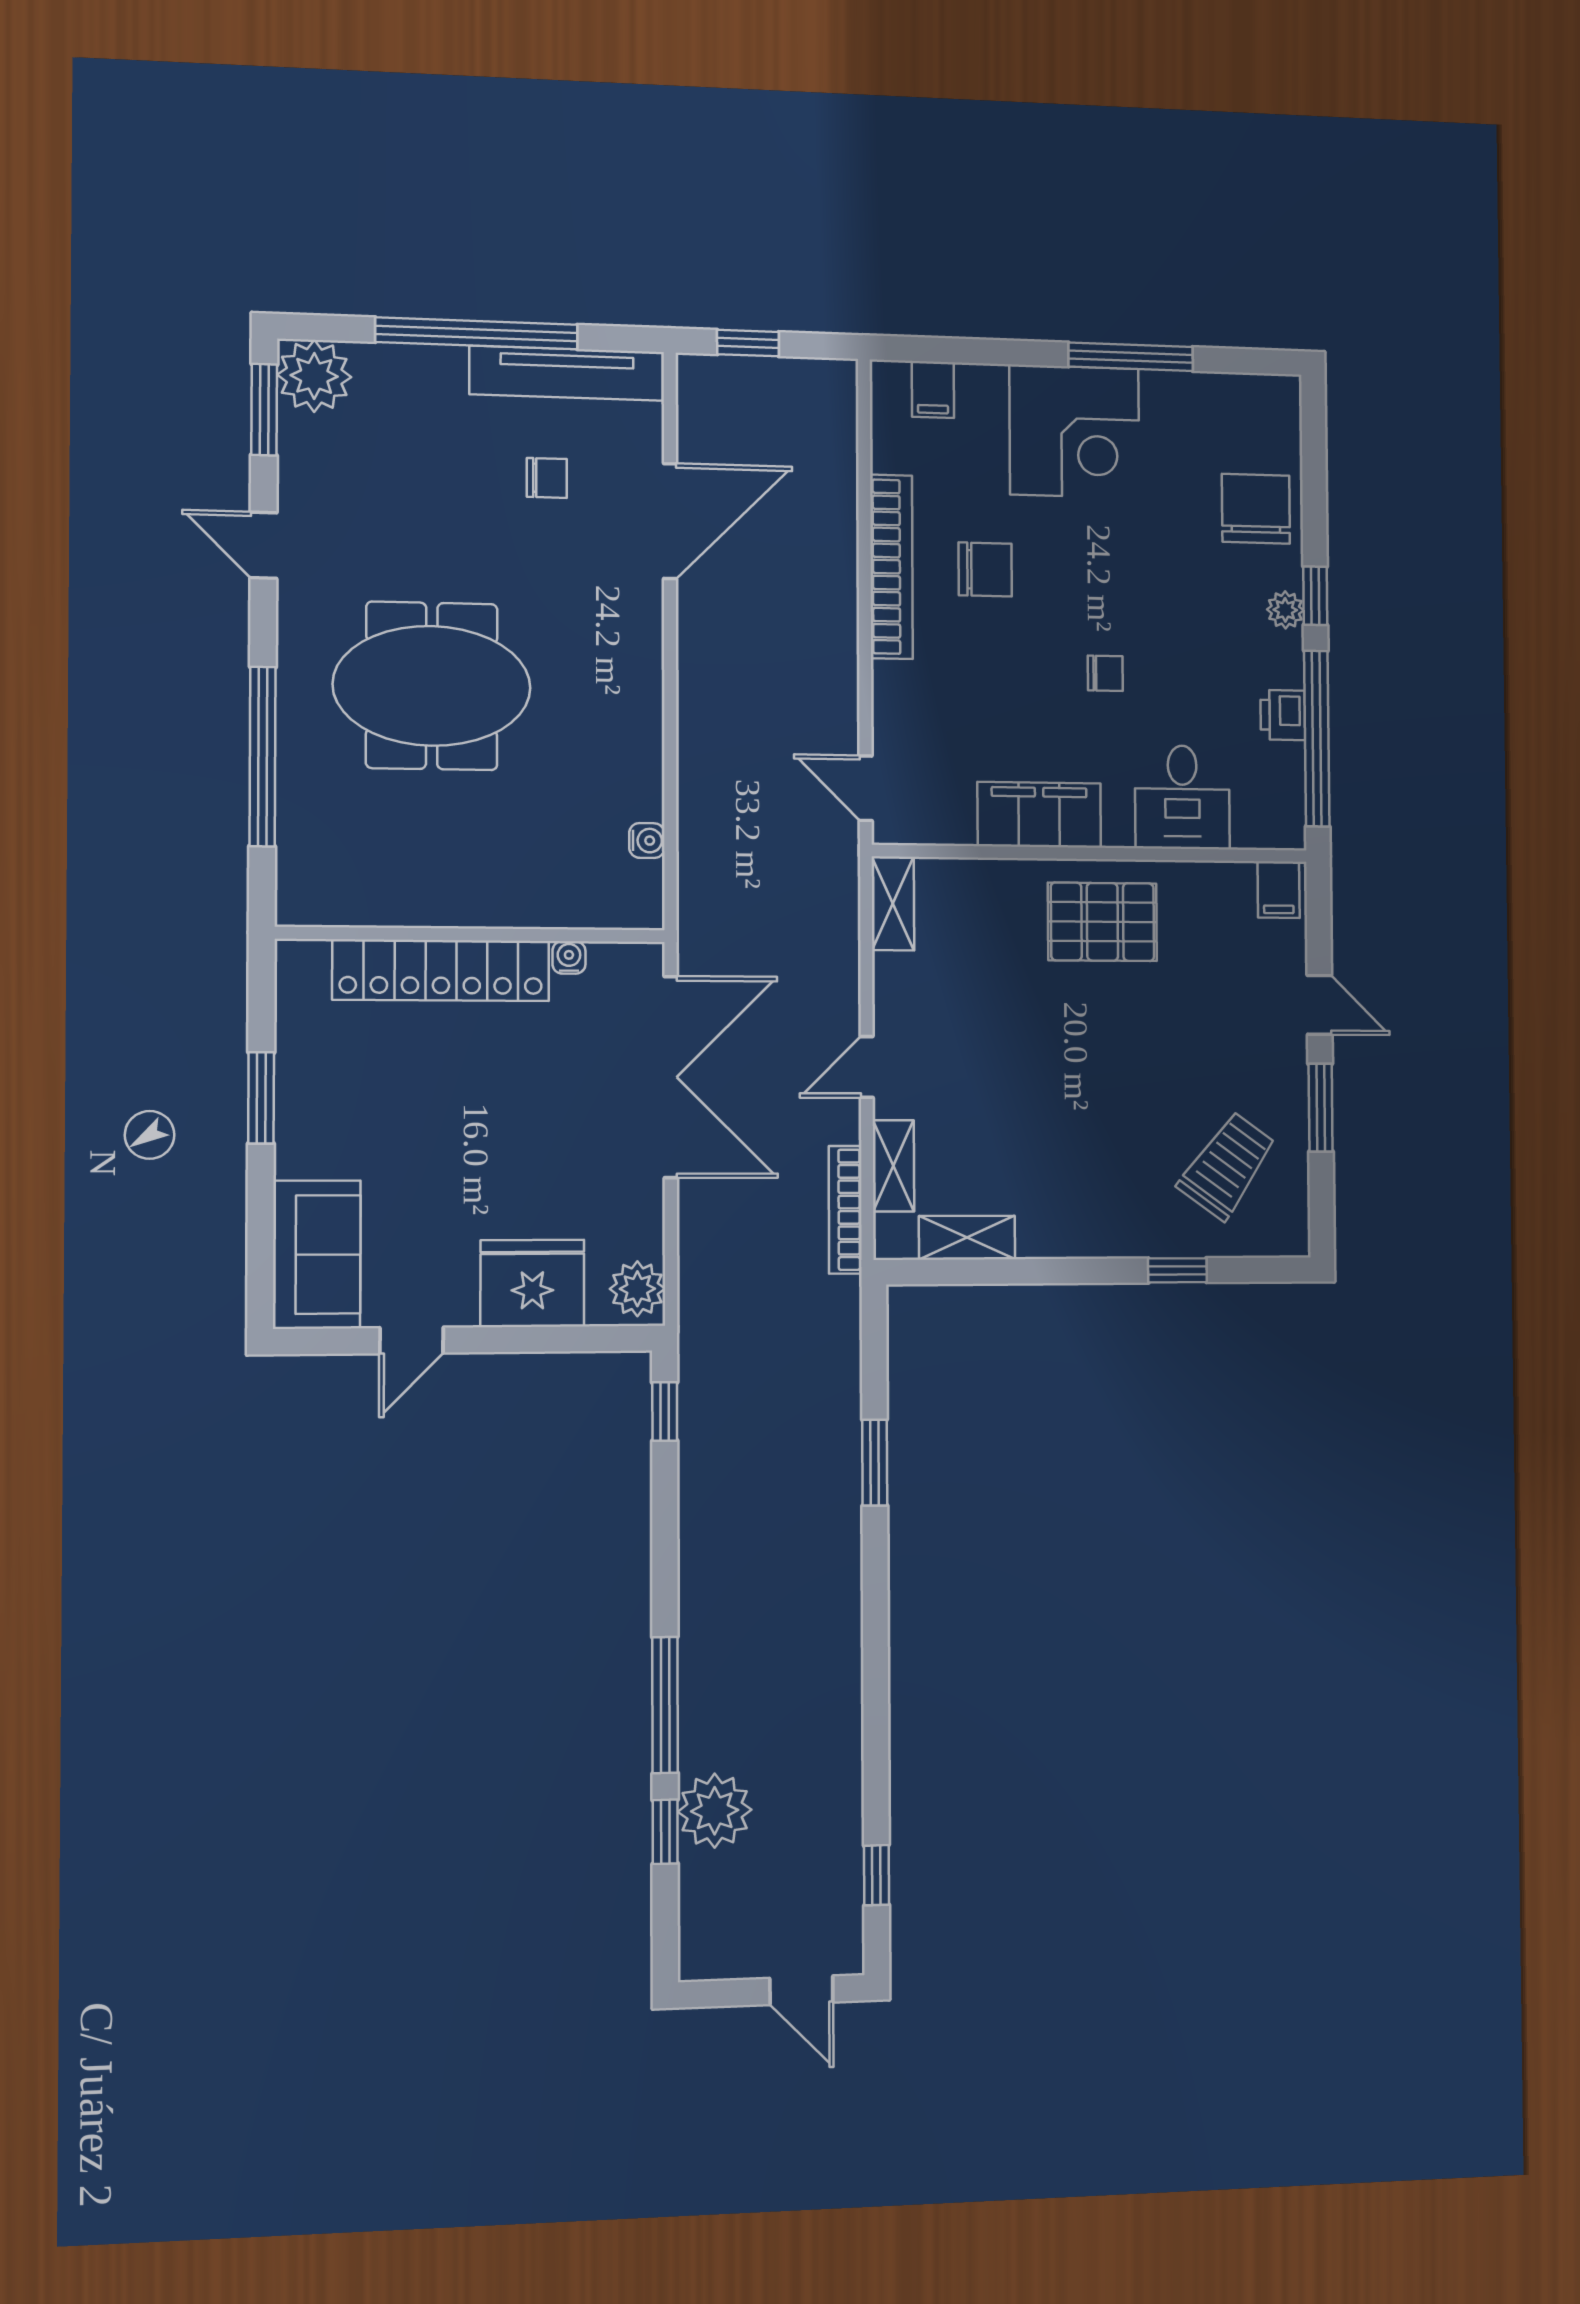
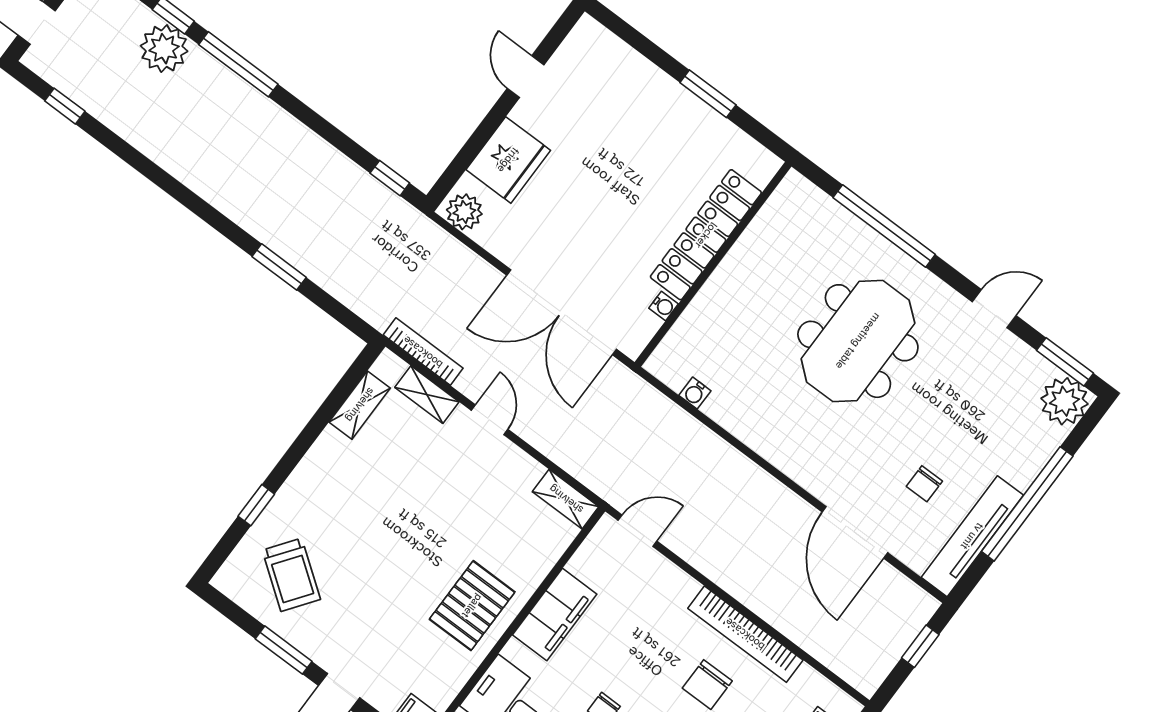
sofa: (317, 1255) -> (606, 62), removed

